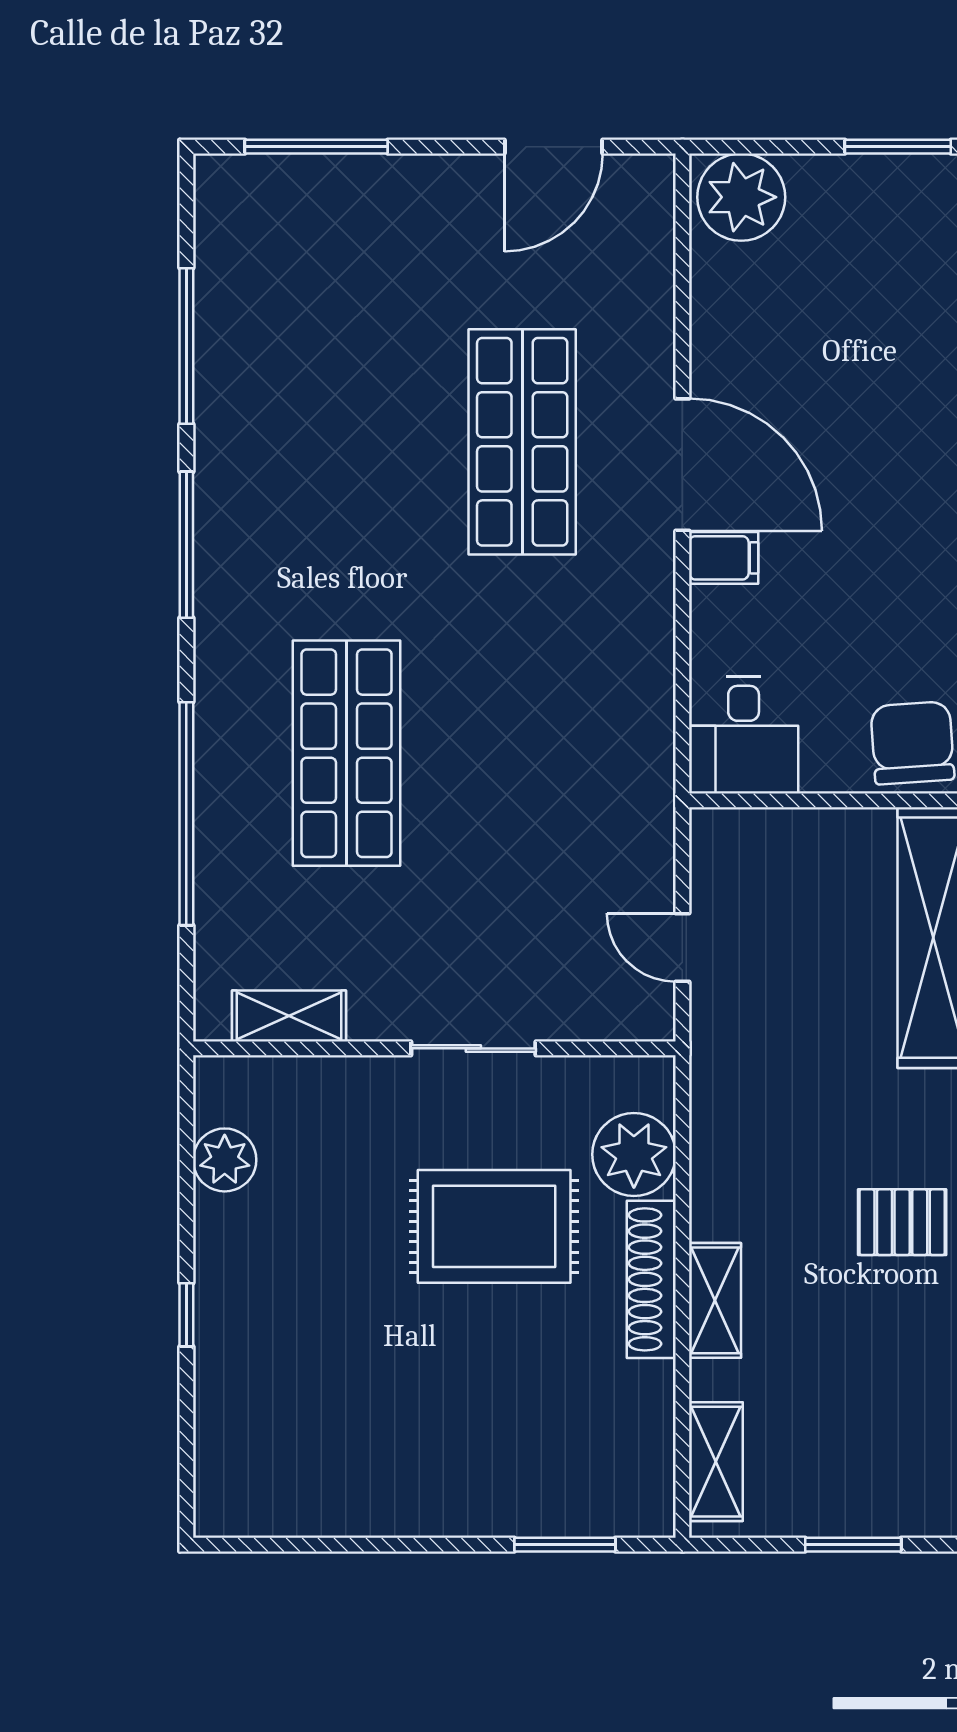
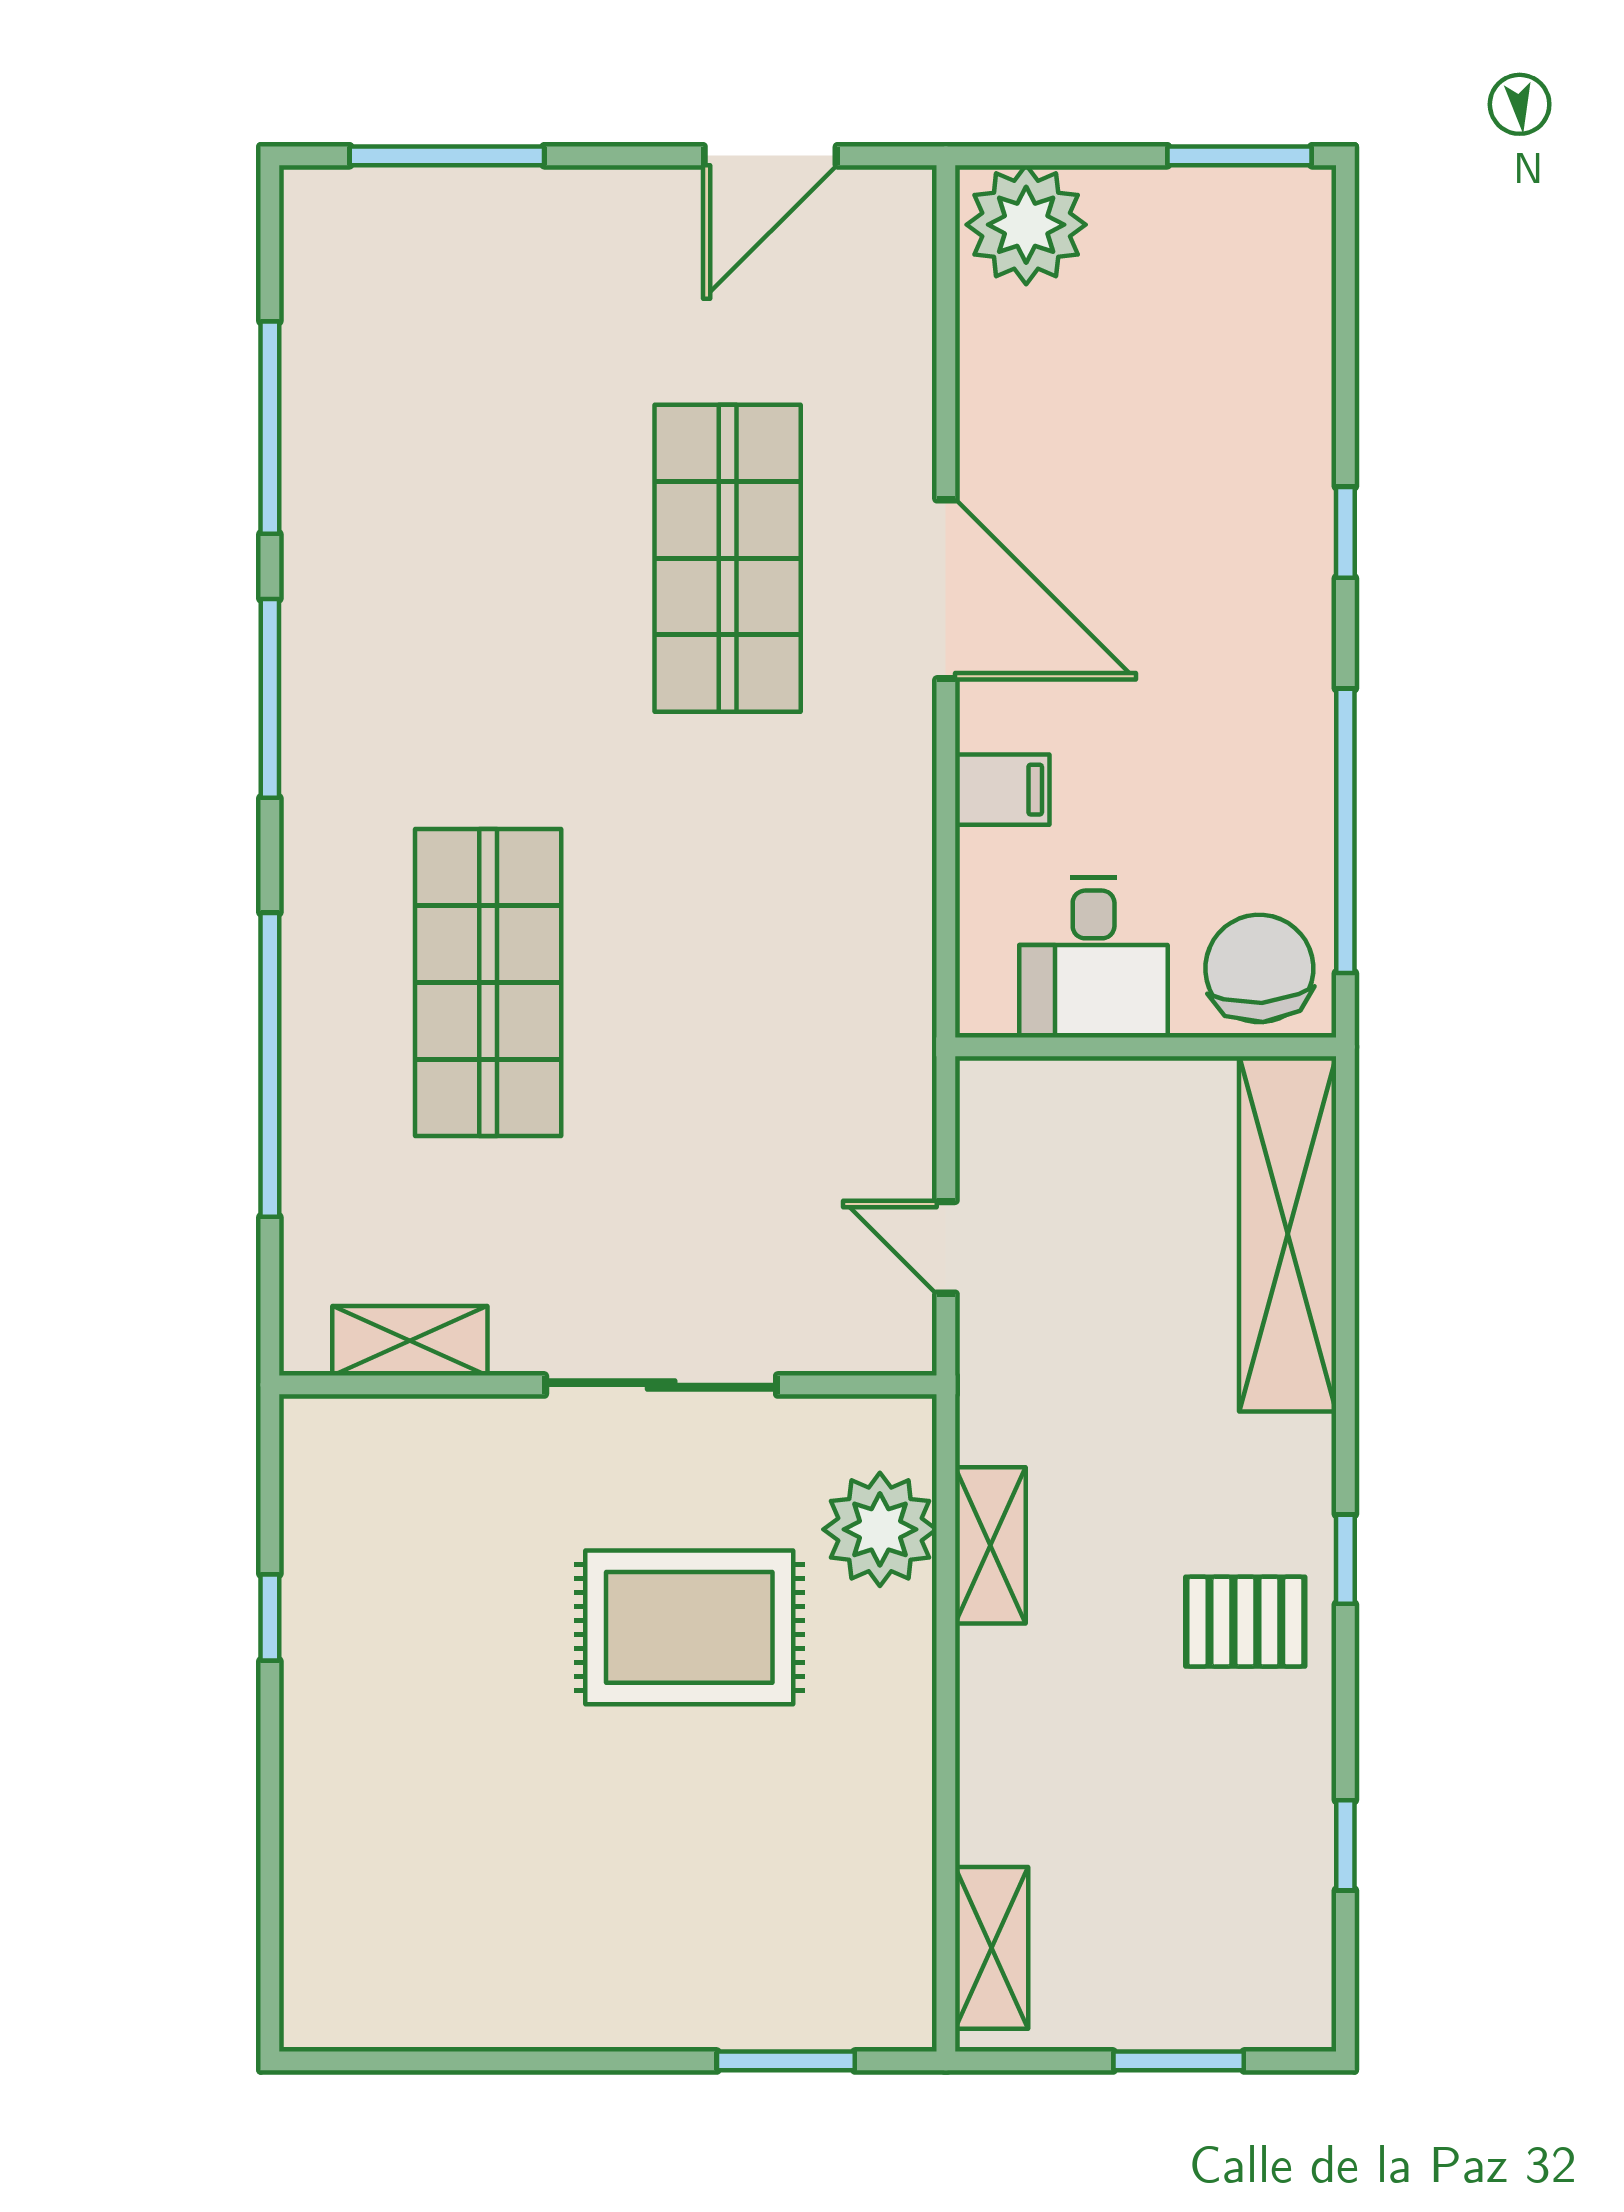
filing cabinet: (724, 558) -> (1002, 790), moved
desk: (744, 735) -> (1094, 958), moved
sliding door: (473, 1048) -> (661, 1385), width x1.37
plant: (225, 1160) -> (322, 1537), removed
shoe rack: (651, 1279) -> (904, 1700), removed
shelving: (715, 1300) -> (990, 1545), moved
window: (186, 1315) -> (270, 1617), moved

